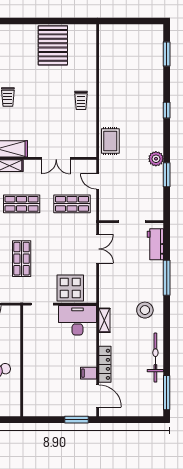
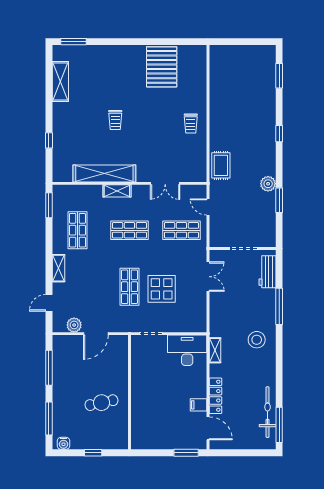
display table: (70, 288) -> (162, 289), moved
bicycle: (155, 358) -> (268, 412), moved

